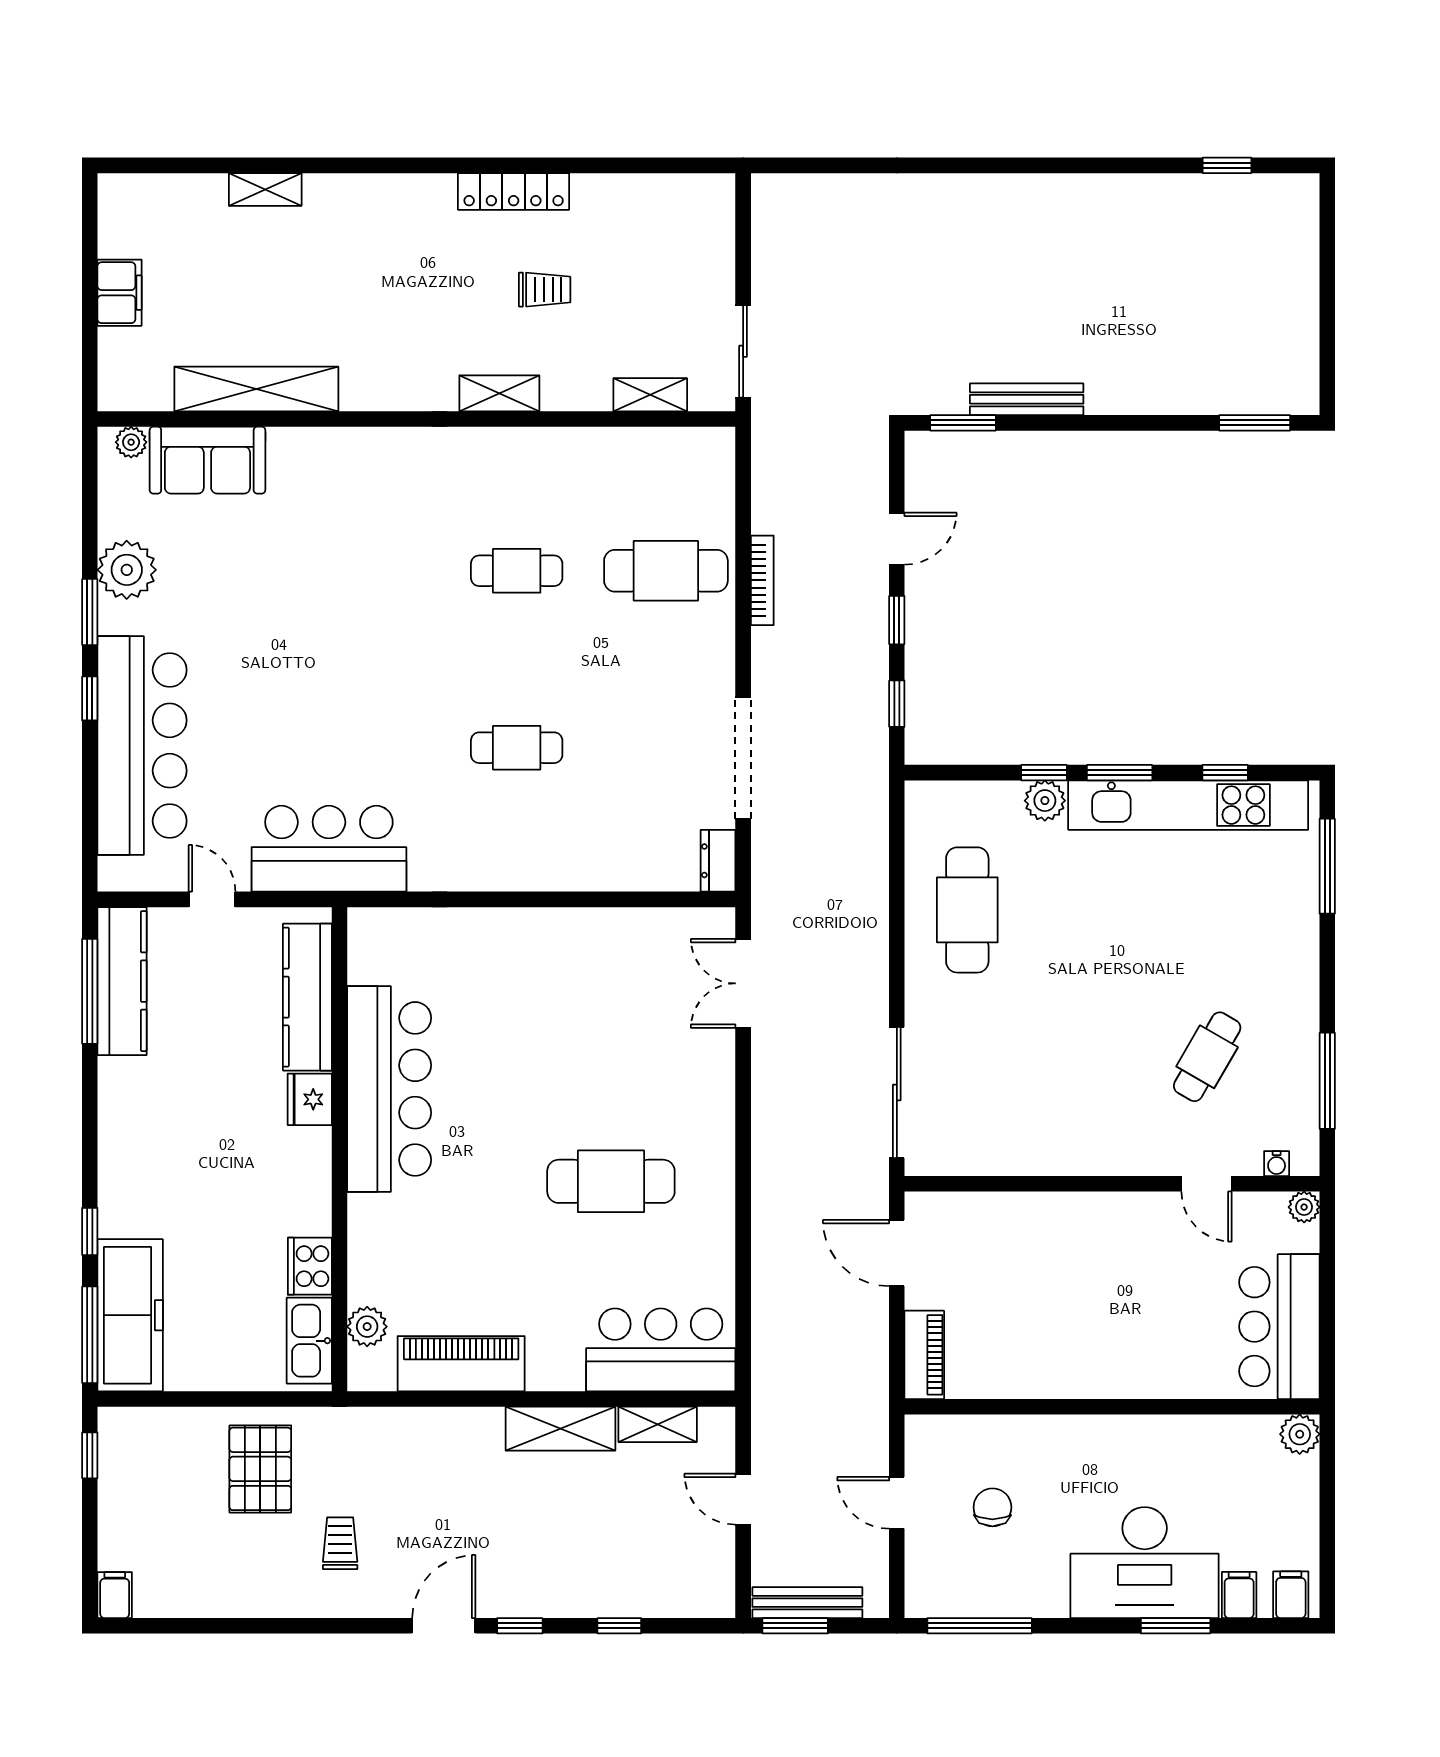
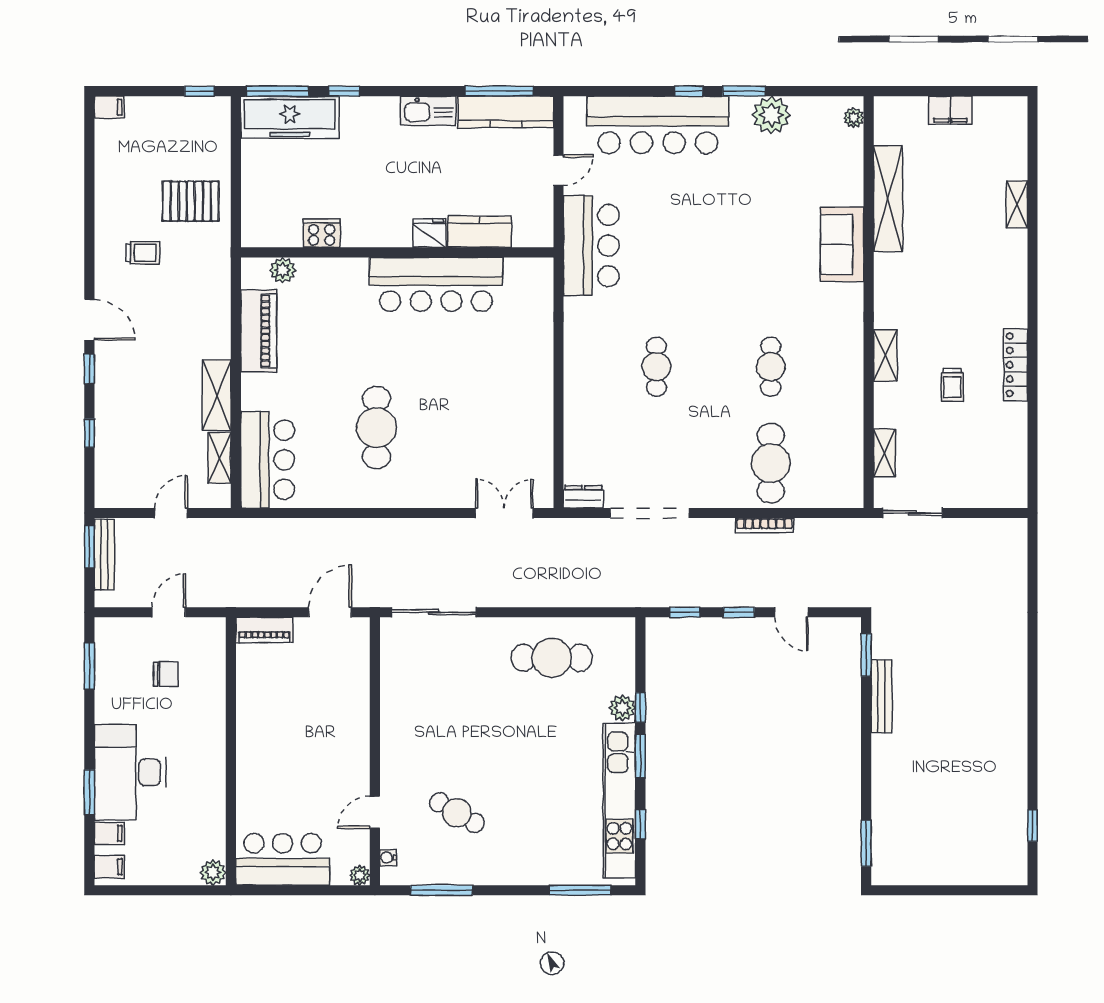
sofa: (207, 460) -> (842, 244), moved
kitchen counter: (307, 997) -> (480, 232), width x0.67
kitchen sink: (309, 1341) -> (428, 111), moved, turned 180
window: (980, 1626) -> (89, 666), width x0.69

